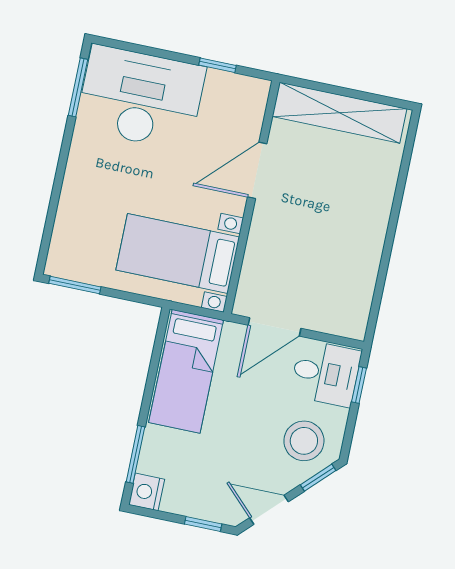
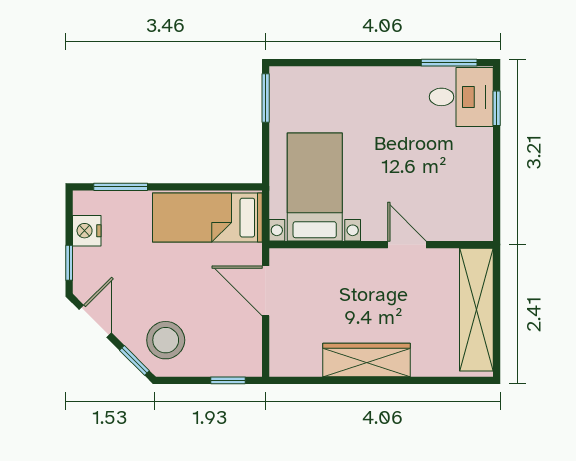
window: (217, 65) -> (497, 108), moved
desk: (141, 98) -> (461, 97), width x0.53, depth x0.77
door: (257, 170) -> (407, 245), width x0.73
wardrobe: (368, 237) -> (367, 360), added
desk: (326, 373) -> (232, 347), removed
nightstand: (147, 492) -> (87, 231), moved, turned -90

